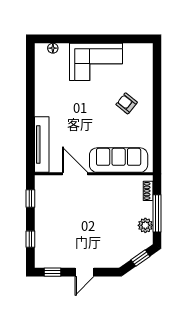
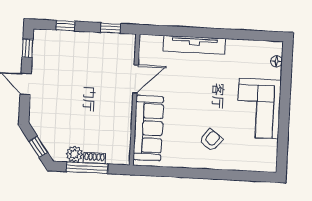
tv unit: (42, 145) -> (194, 45), moved
shoe rack: (148, 191) -> (94, 158), moved

